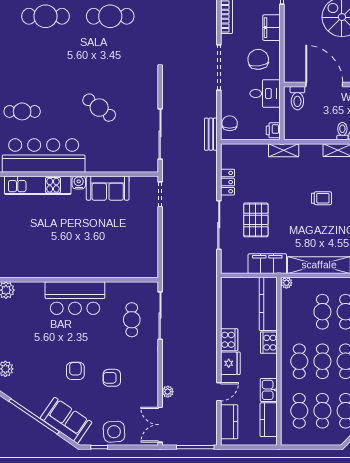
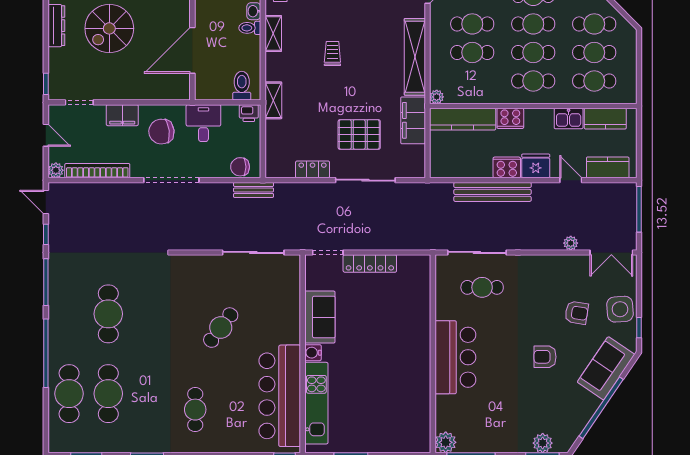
toilet: (297, 98) -> (242, 86), moved, turned -90
cafe table: (22, 111) -> (195, 410), moved
locker: (151, 229) -> (370, 263), added
bench: (209, 328) -> (492, 192), added
armchair: (112, 378) -> (577, 313), moved, turned -81

